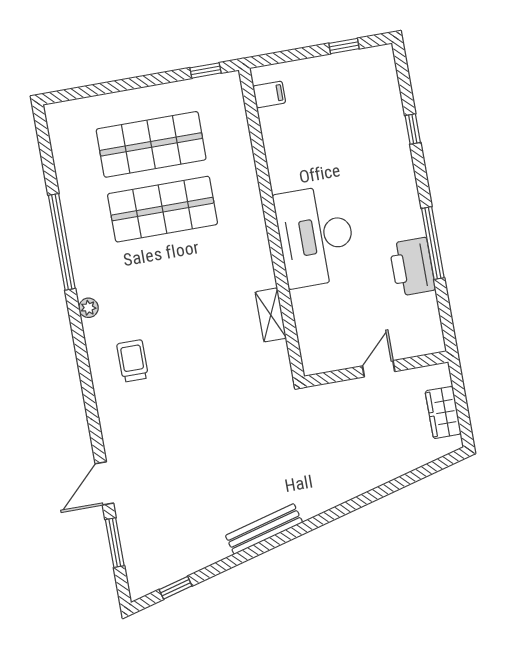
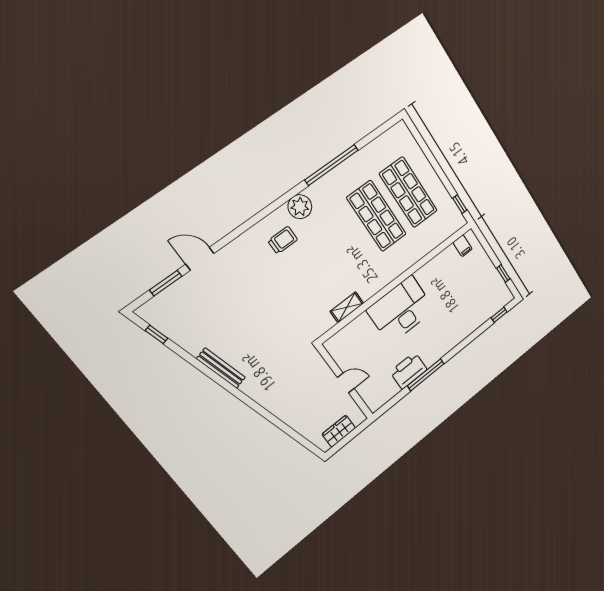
window: (413, 129) -> (499, 315), moved
plant: (88, 308) -> (300, 207), width x1.88, depth x1.88

